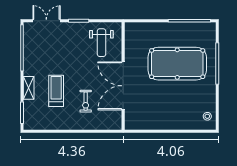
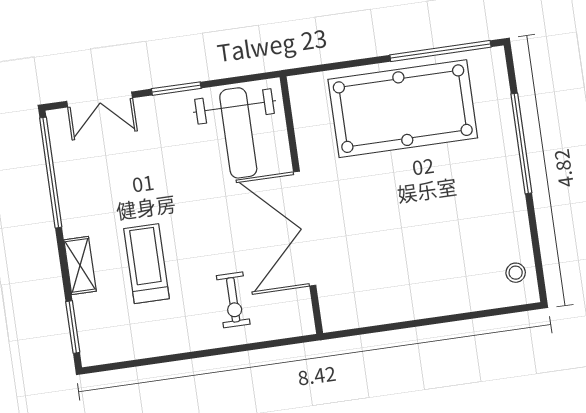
double door: (46, 21) -> (100, 99), swing flipped
weight bench: (101, 43) -> (238, 133), width x1.36, depth x1.33
pool table: (177, 64) -> (403, 109), moved
exercise bike: (86, 101) -> (233, 300), moved

